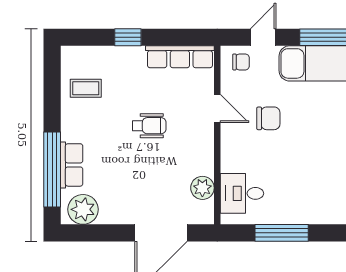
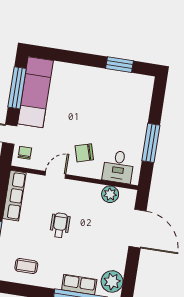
coffee table: (86, 88) -> (26, 266), turned 90
chair: (268, 118) -> (84, 153), moved, turned -106

